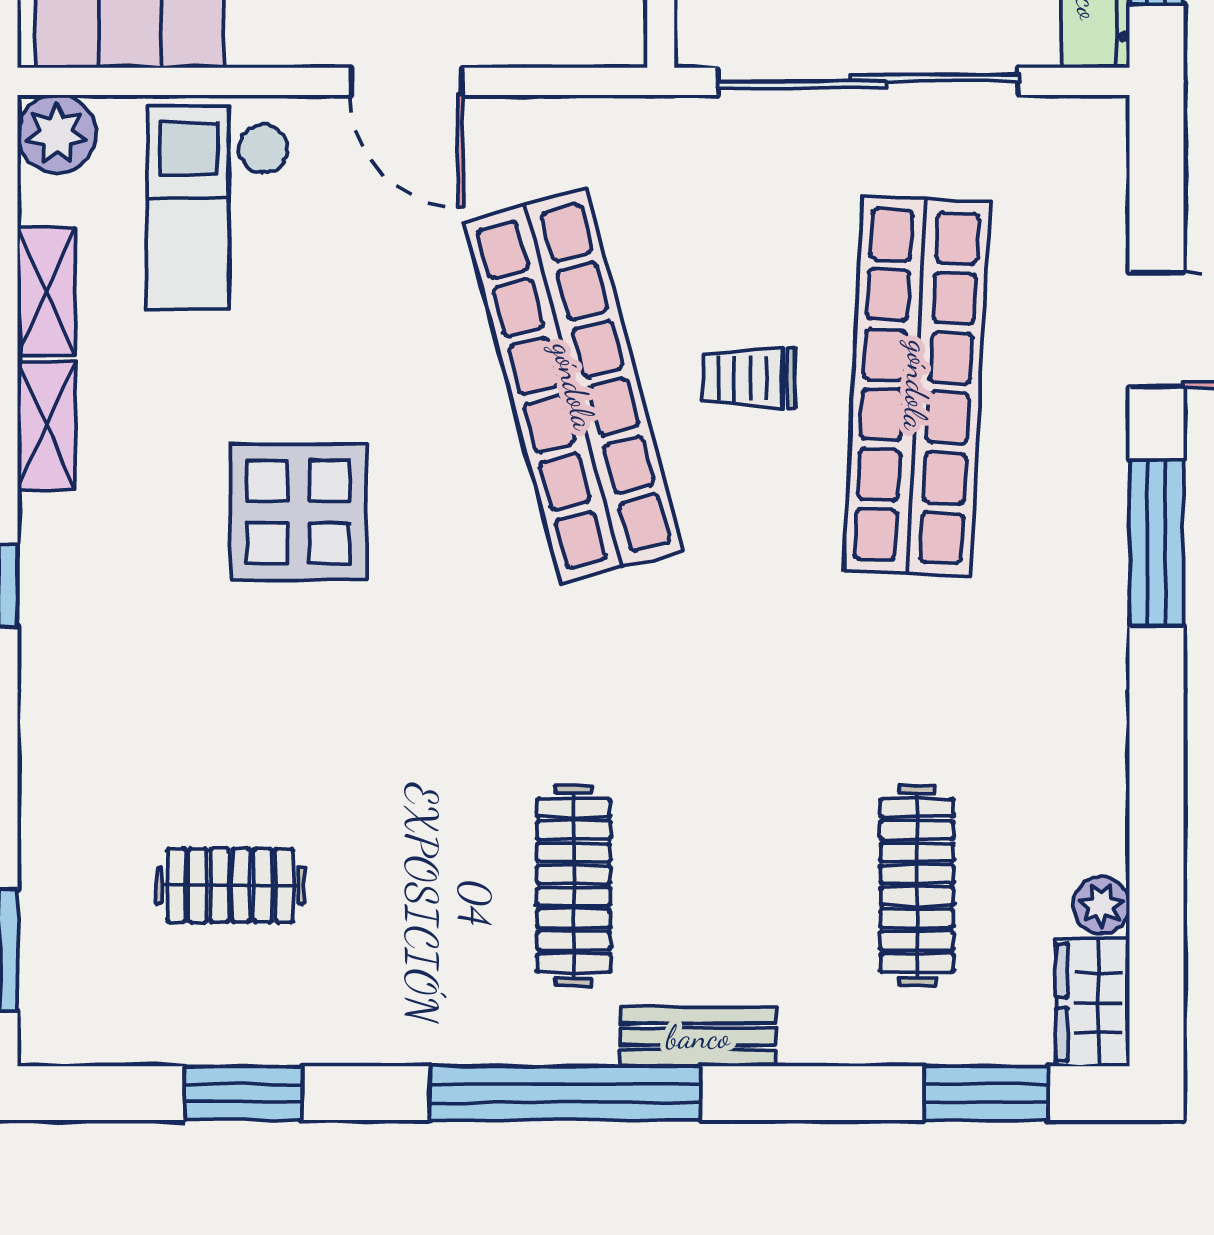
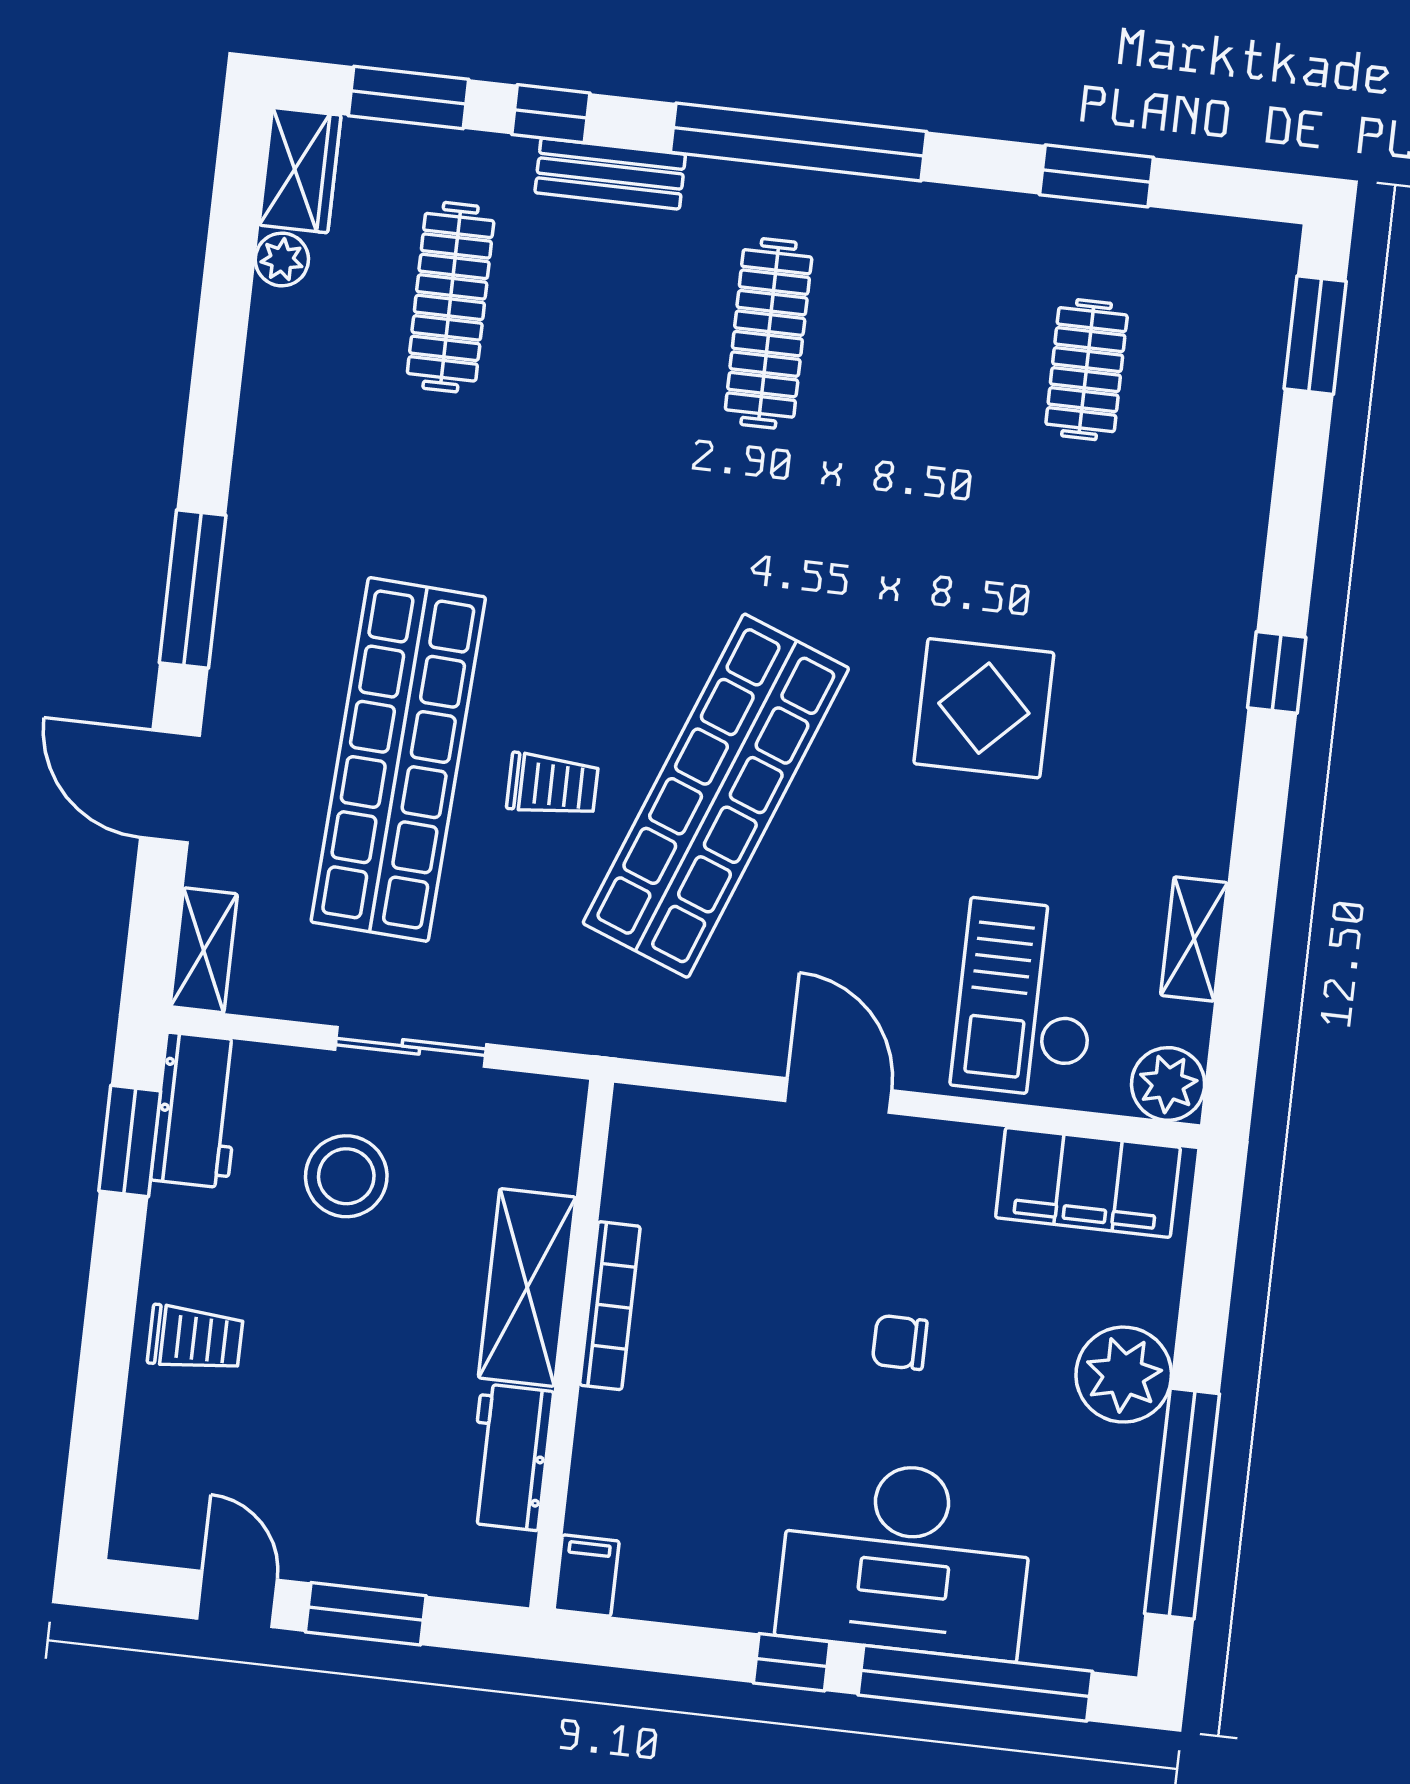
sliding door: (868, 81) -> (411, 1047), width x0.54
checkout: (218, 208) -> (1027, 999), turned 180
shop shelf: (574, 386) -> (716, 796), turned 36
shelving: (46, 426) -> (204, 950), moved
clothes rail: (230, 885) -> (1087, 370), turned 90
bench: (698, 1037) -> (610, 174), moved
window: (832, 1093) -> (551, 114), added

